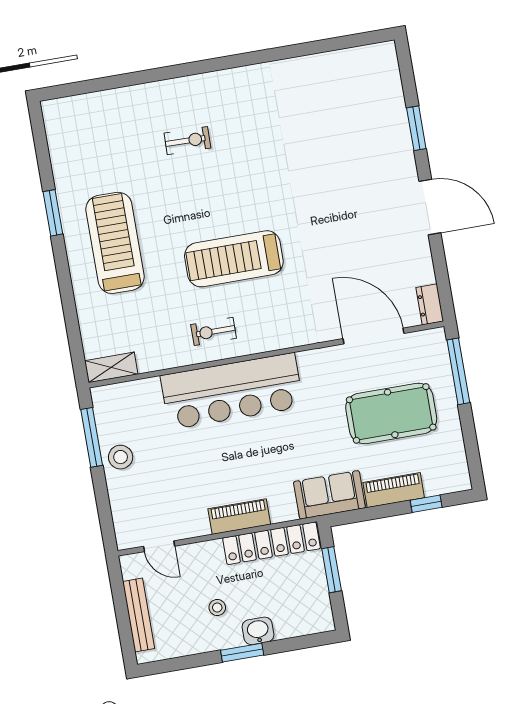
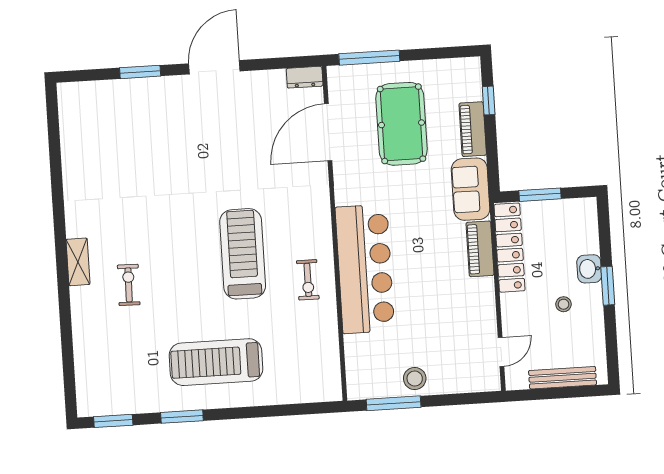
window: (40, 140) -> (113, 421), added
treadmill: (234, 259) -> (243, 254), turned 180
shelving: (111, 367) -> (78, 262), moved
piano: (239, 517) -> (480, 249), moved

